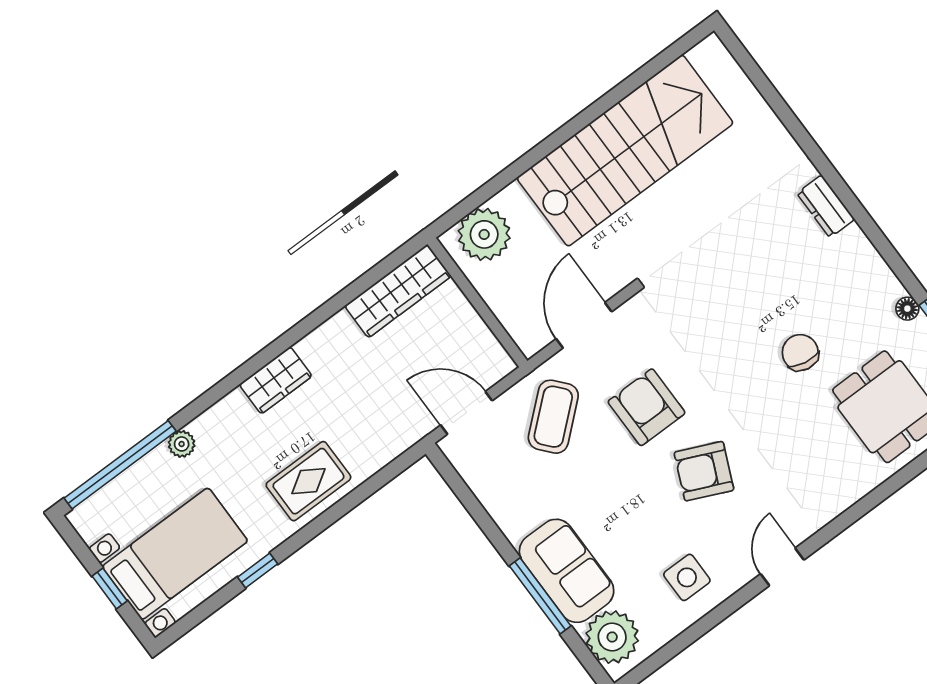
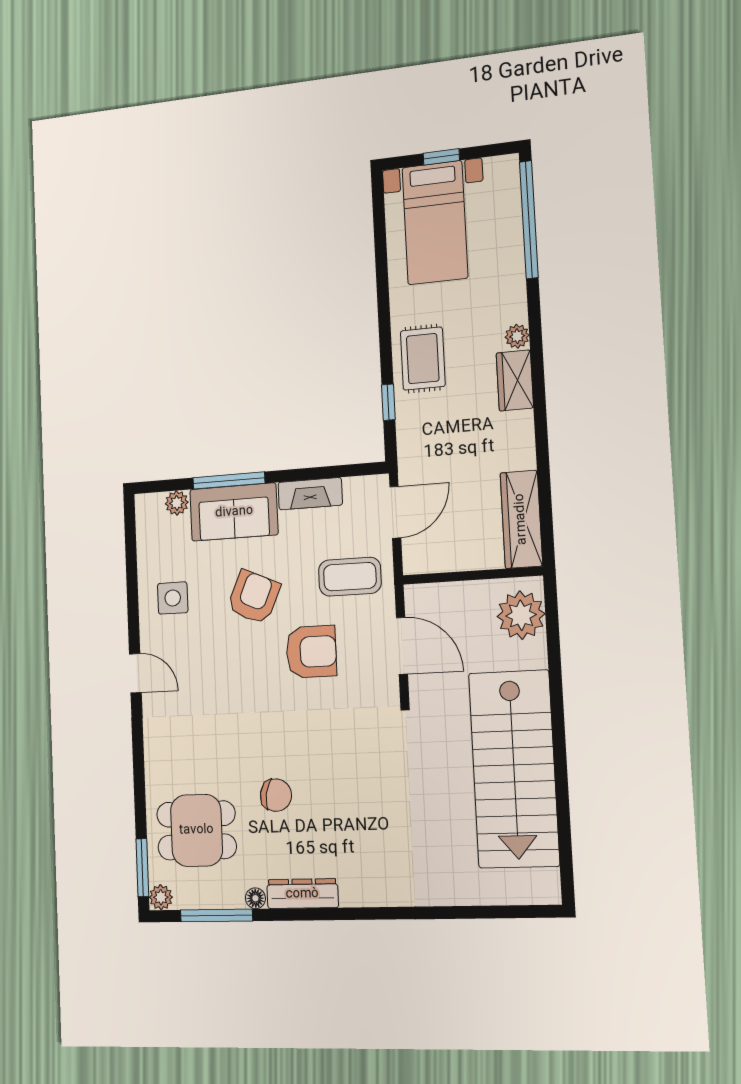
dresser: (826, 206) -> (302, 894), moved, width x1.44
coffee table: (553, 417) -> (350, 577), turned -49
plant: (182, 444) -> (517, 336), moved
armchair: (704, 471) -> (254, 597), moved
fireplace: (501, 507) -> (310, 494), added
window: (258, 570) -> (388, 402), moved
plant: (612, 637) -> (177, 503), width x0.53, depth x0.53

